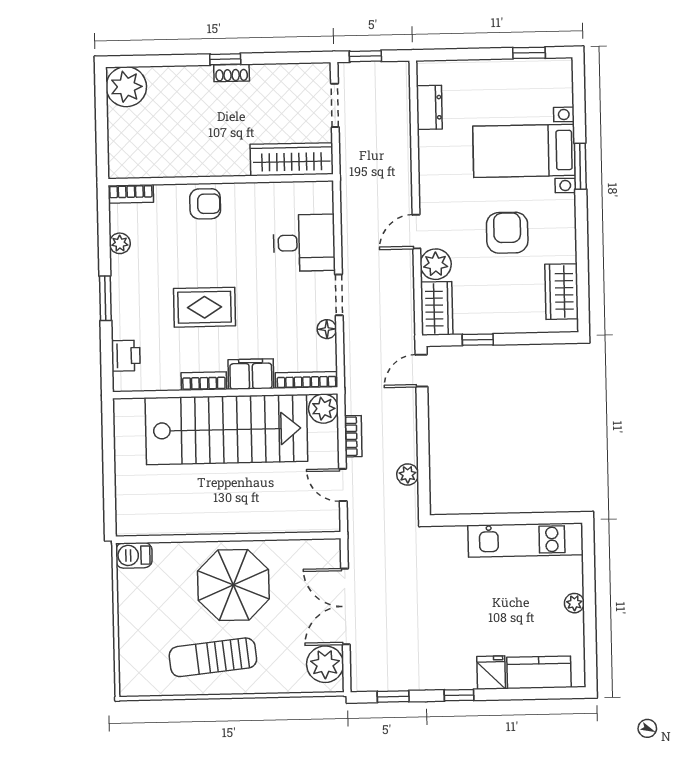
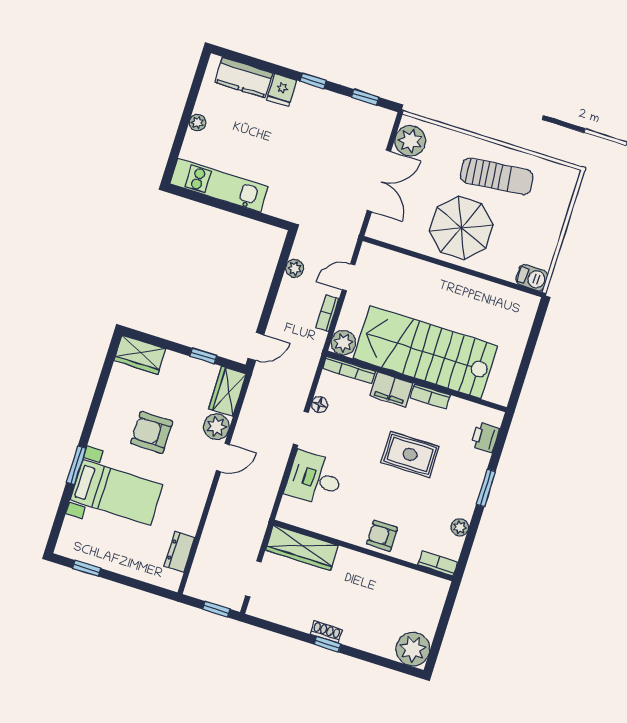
armchair: (507, 233) -> (152, 432), turned 90
wardrobe: (562, 292) -> (140, 355), moved, turned 90
door: (343, 485) -> (348, 277), swing flipped

